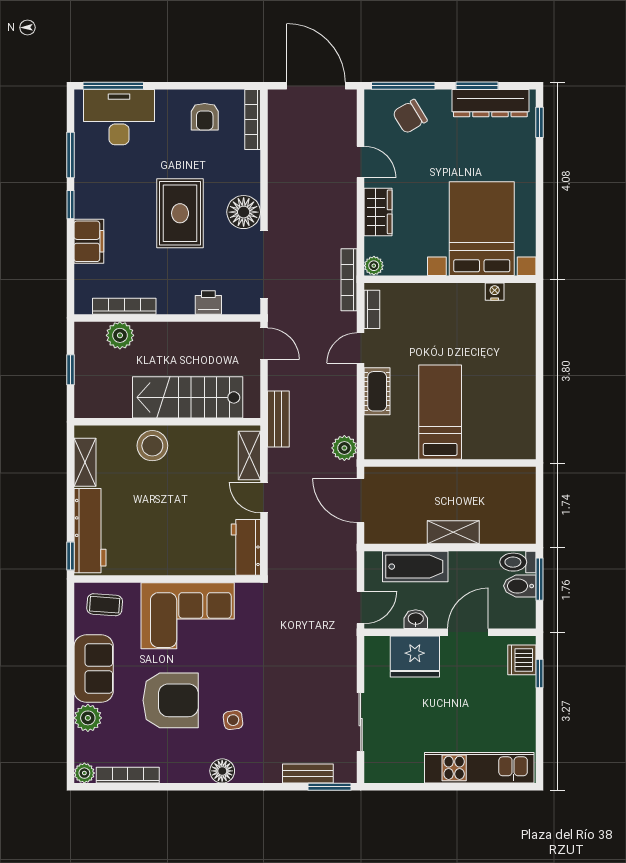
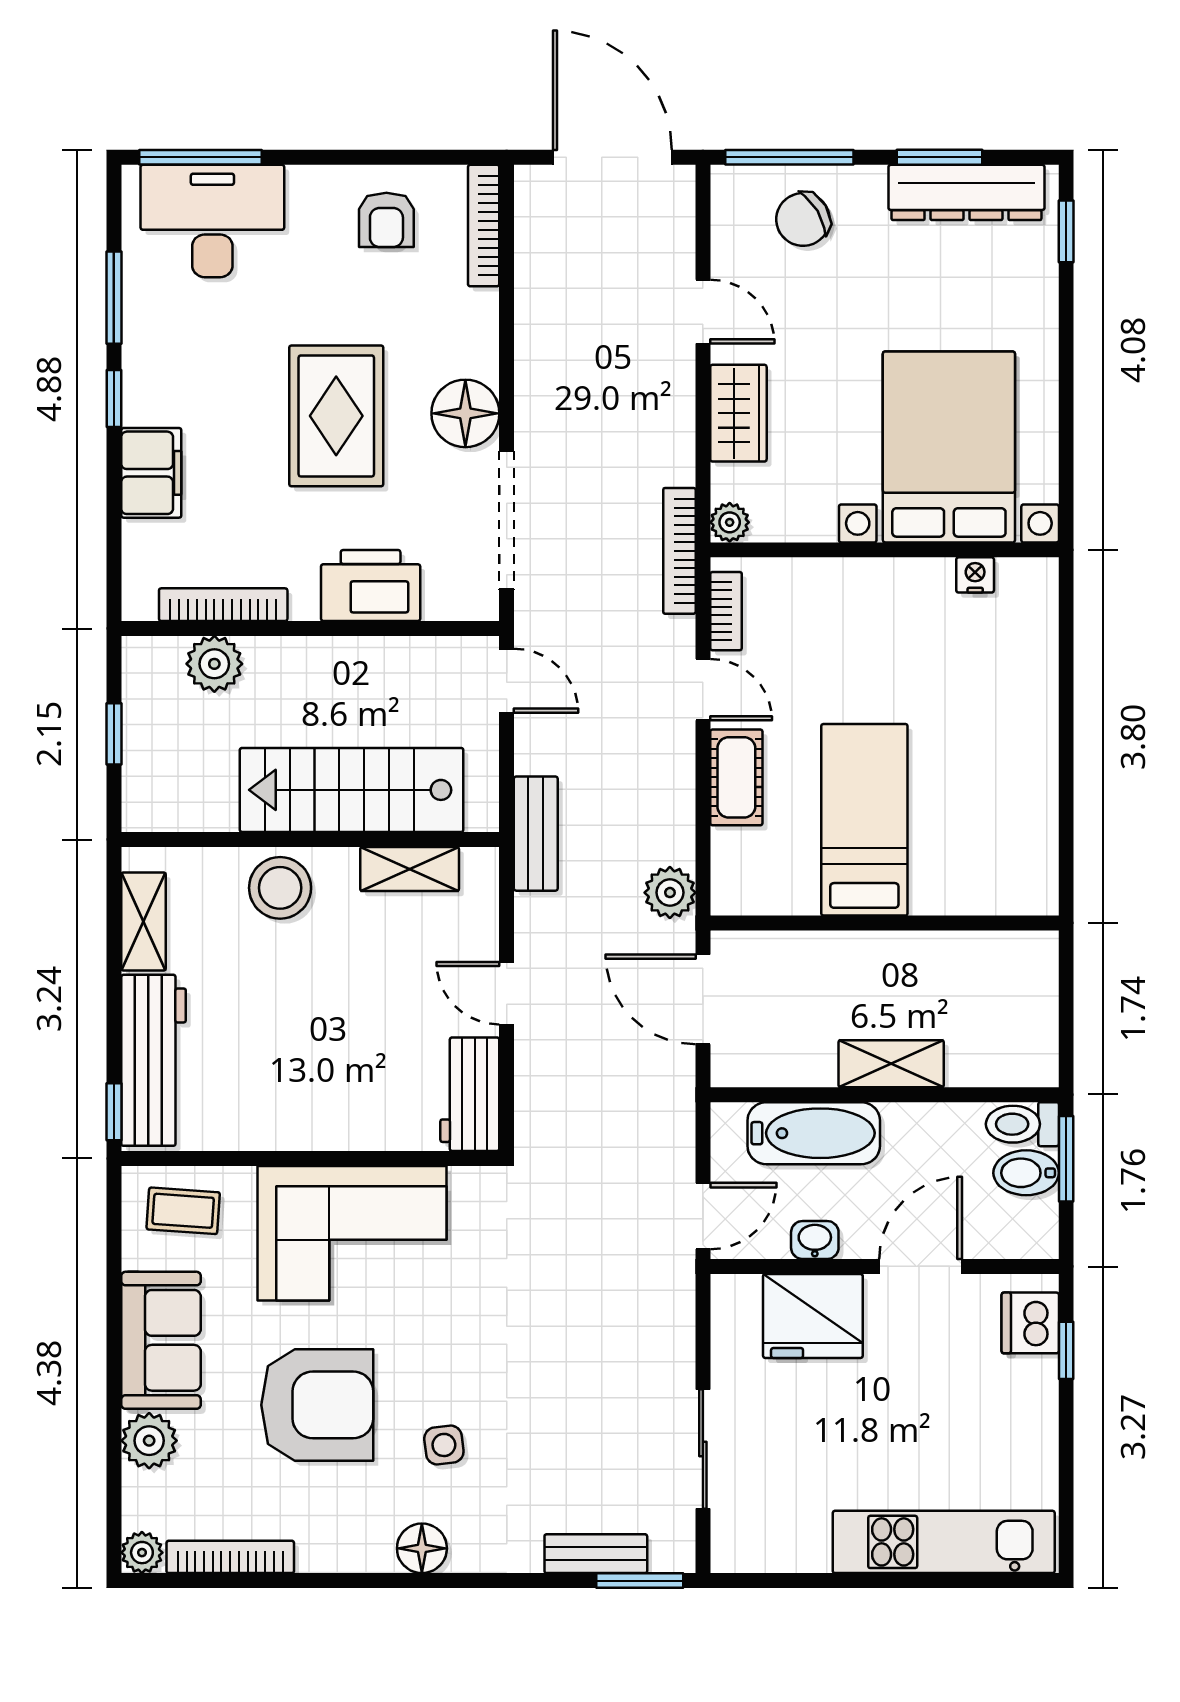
printer: (208, 302) -> (371, 585), width x1.87, depth x1.48
door: (361, 348) -> (703, 690), swing flipped
shelving: (249, 456) -> (410, 869), moved, turned 90

